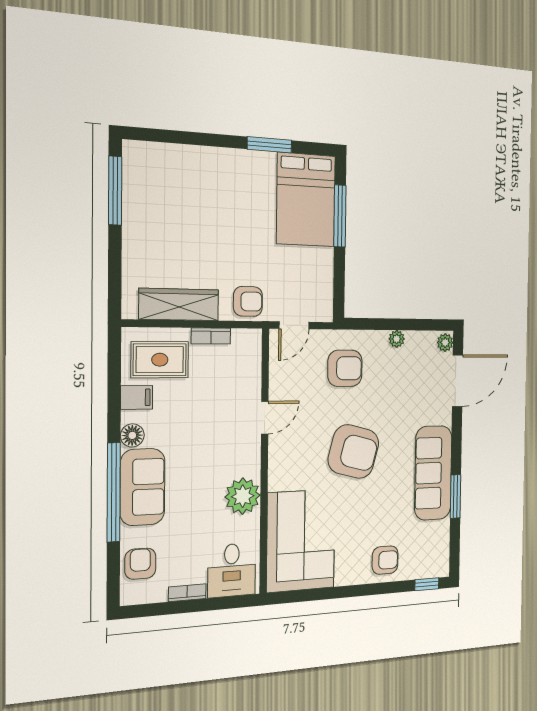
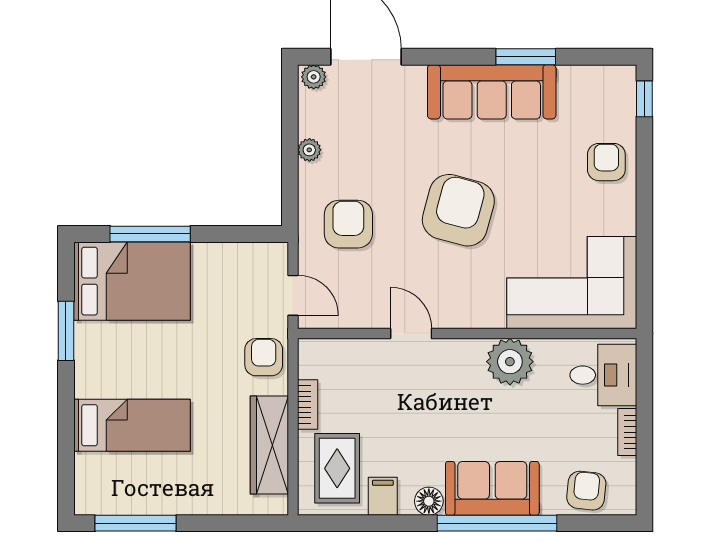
bed: (196, 193) -> (132, 425), added
armchair: (140, 564) -> (586, 491), turned 96

